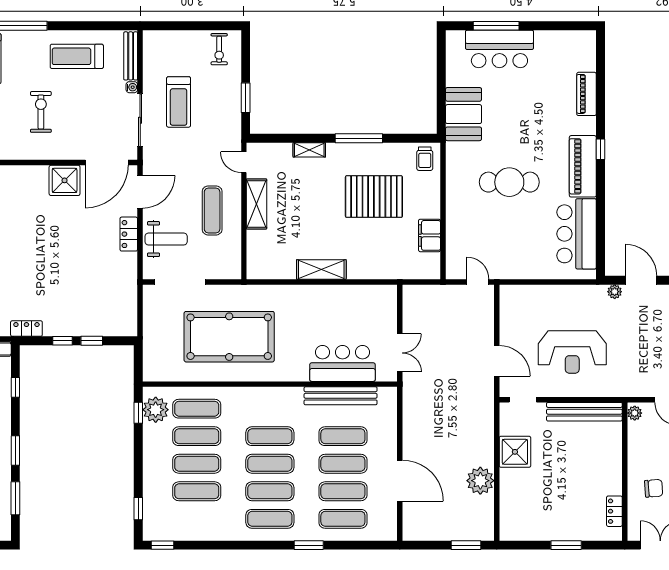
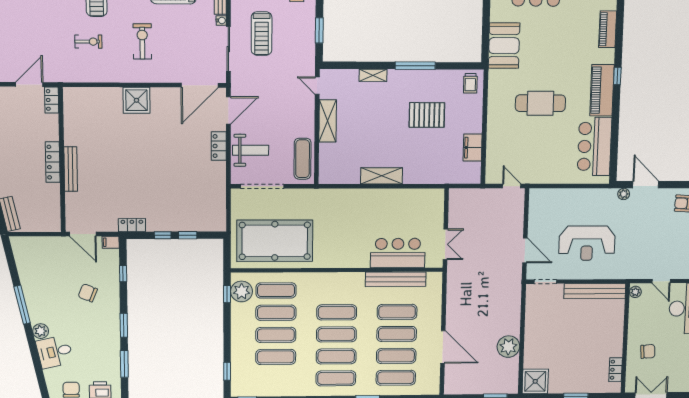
shower: (65, 180) -> (136, 100), moved
pallet: (374, 197) -> (427, 115), width x0.73, depth x0.71
exercise mat: (212, 210) -> (303, 159), moved
pool table: (229, 337) -> (275, 241), moved
shower: (515, 452) -> (535, 381), moved

